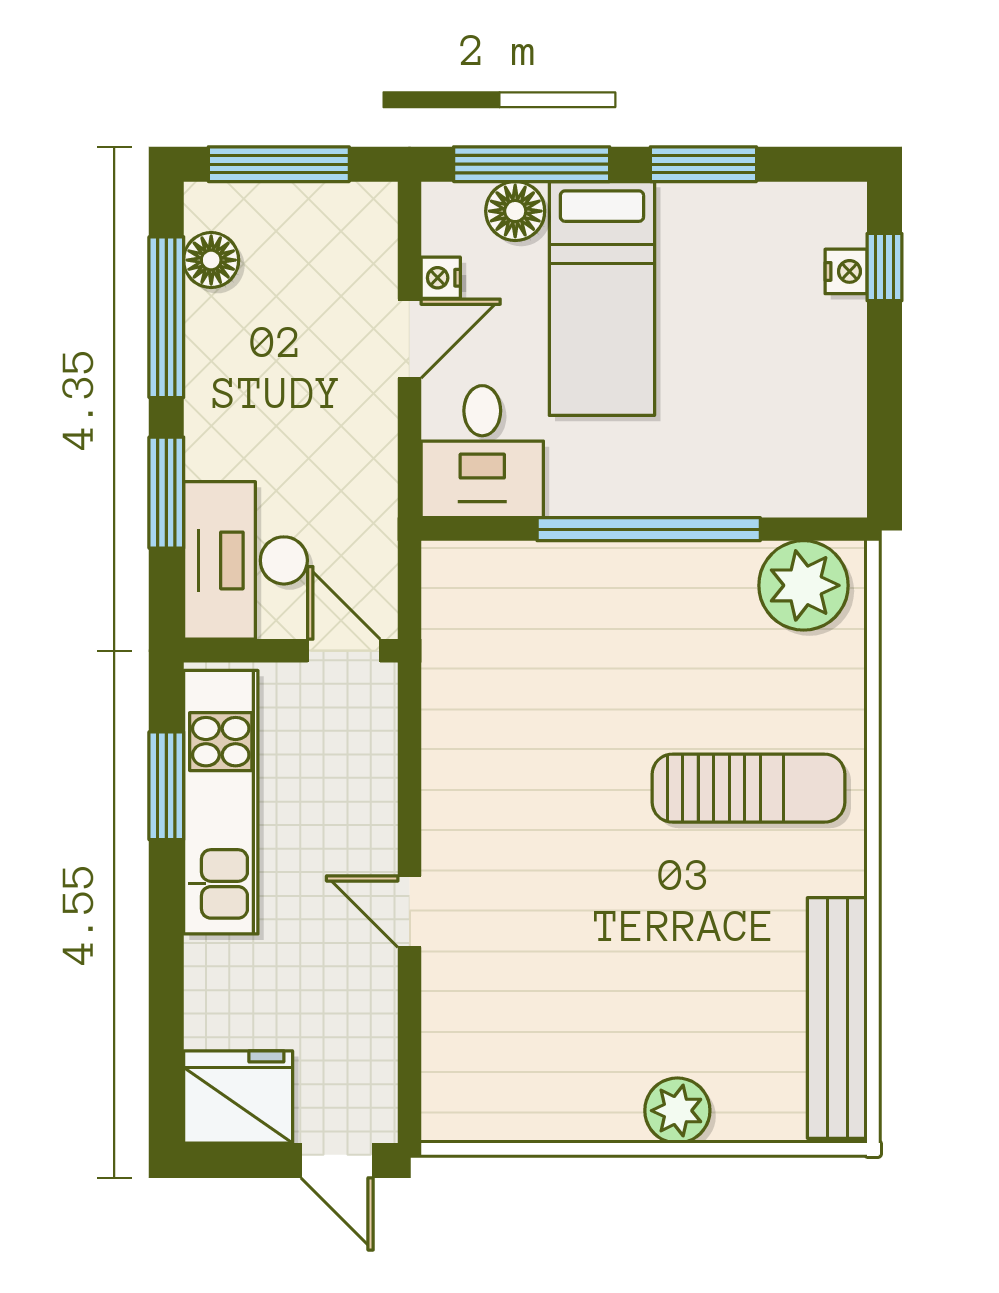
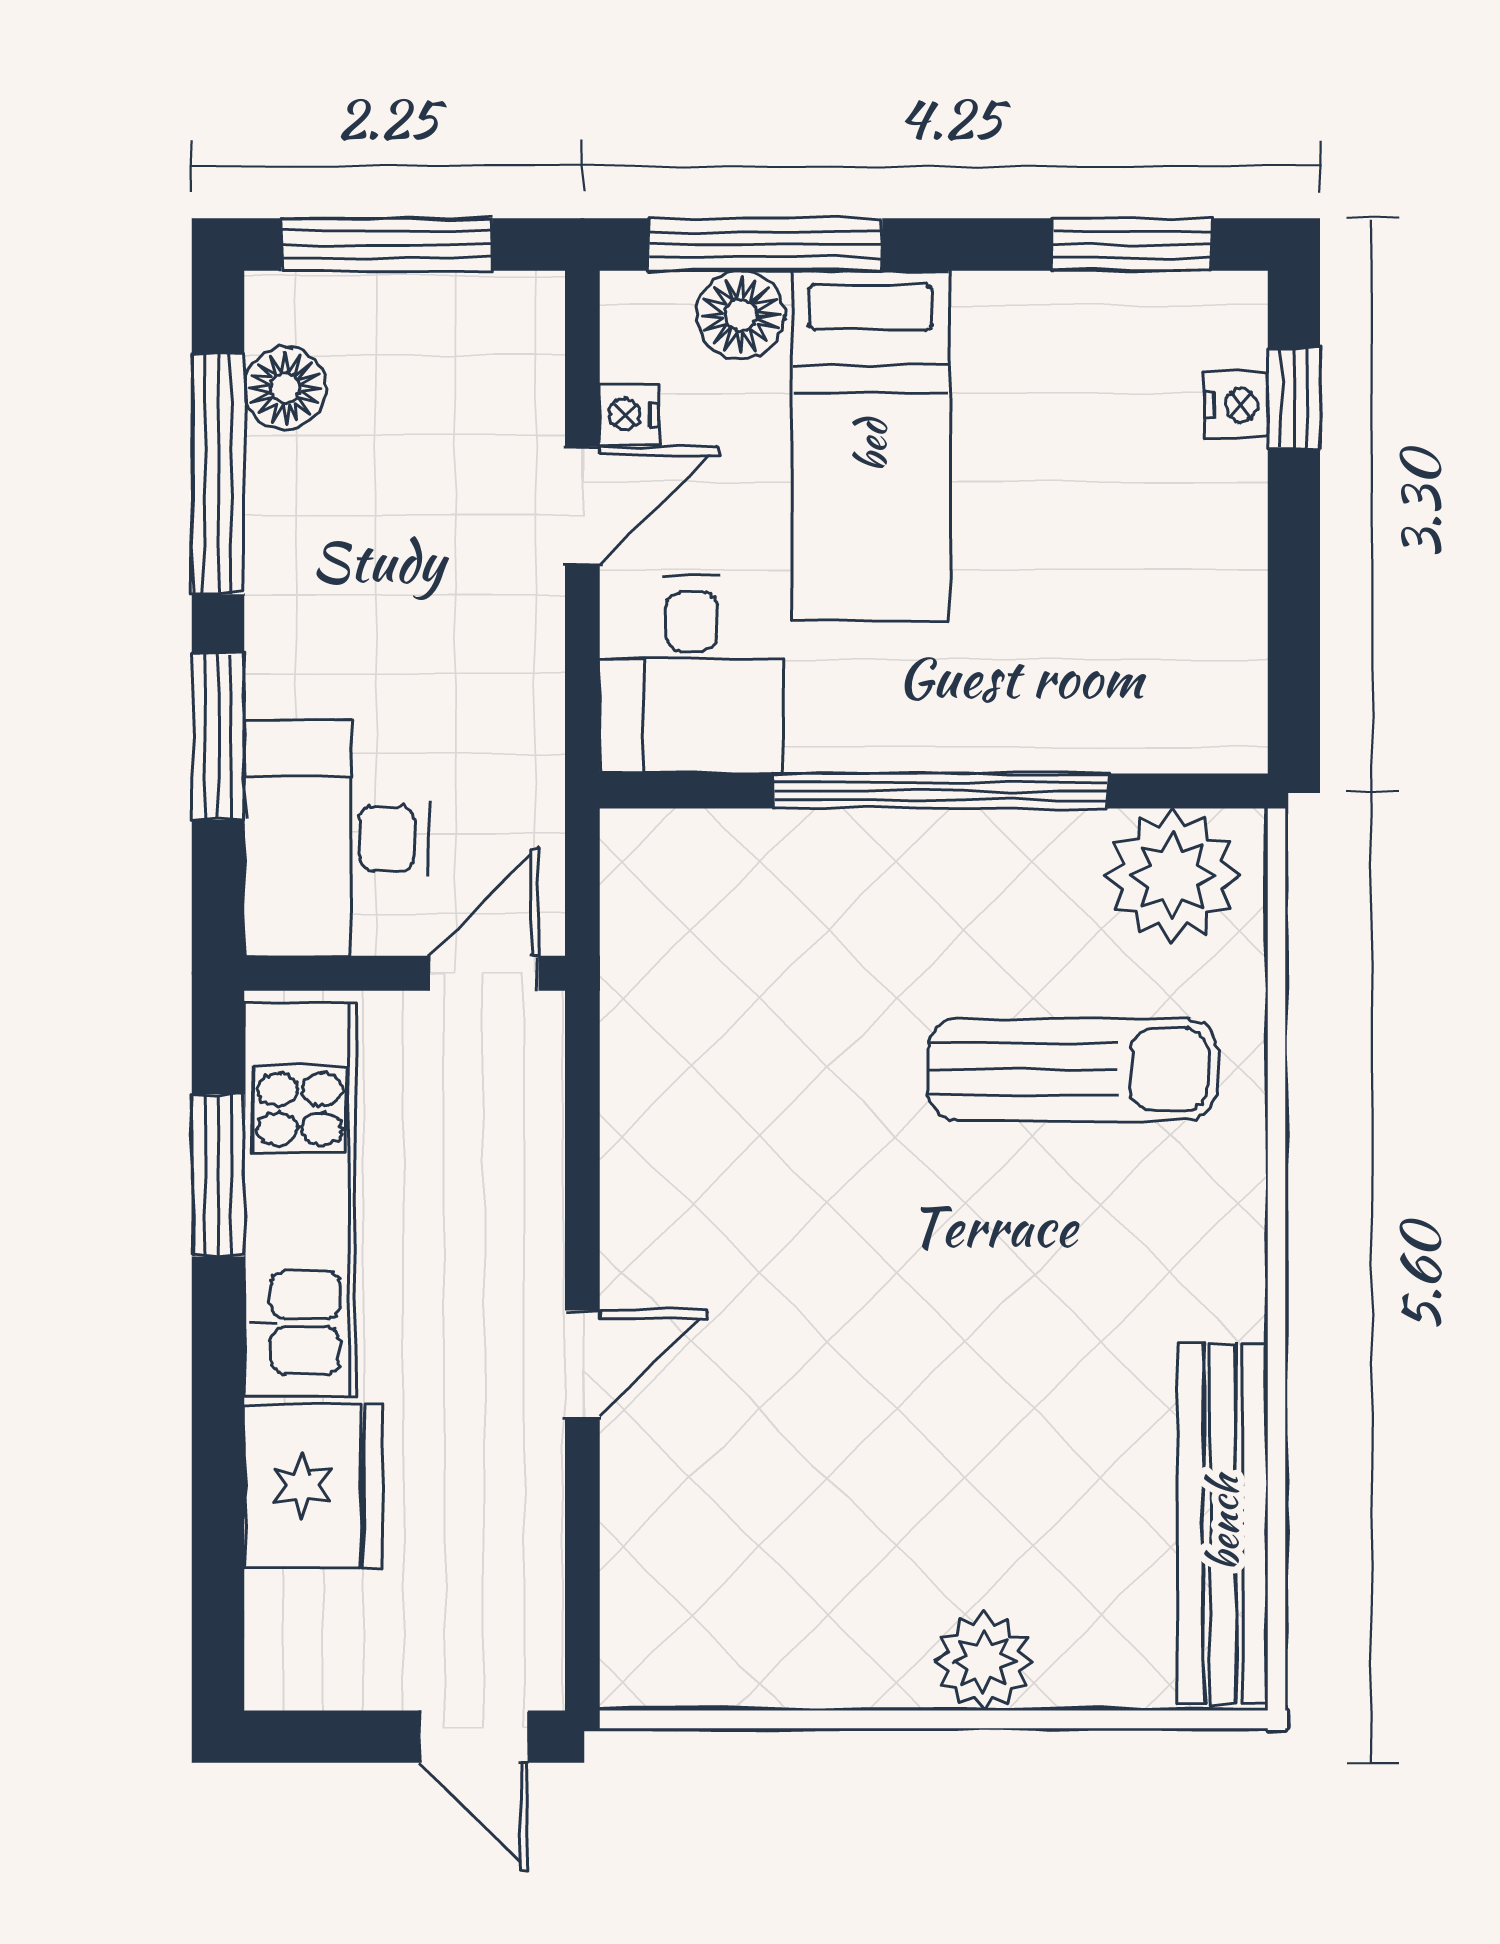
window: (703, 164) -> (1131, 244), moved
door: (344, 651) -> (484, 973), hinge flipped
sun lounger: (748, 788) -> (1072, 1070), moved
door: (410, 912) -> (582, 1364), swing flipped
fridge: (238, 1097) -> (313, 1486), moved, turned 90

